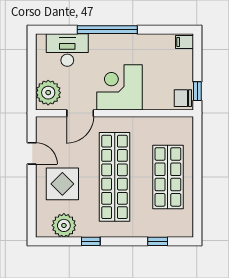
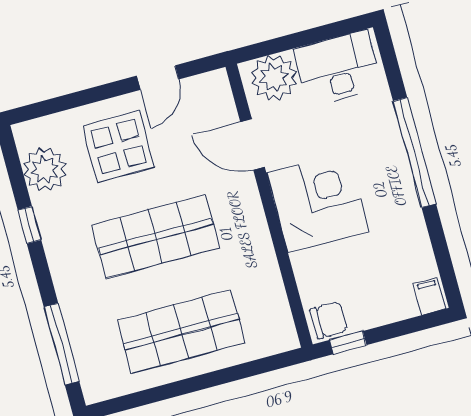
desk: (67, 50) -> (338, 68), moved, turned -90
chair: (183, 98) -> (329, 320), turned 90
shop shelf: (115, 177) -> (156, 236), width x0.71
window: (158, 241) -> (62, 344), width x2.17

